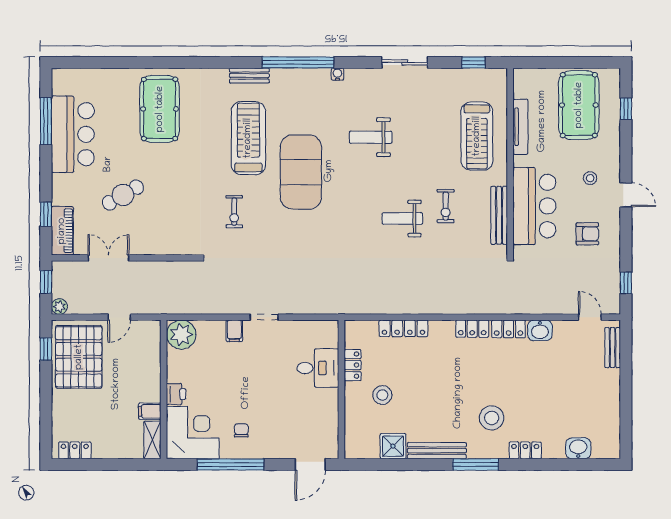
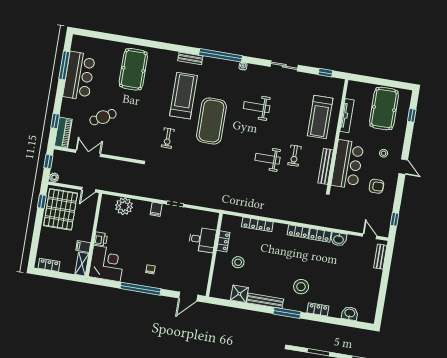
wall: (164, 389) -> (94, 235), moved
printer: (176, 394) -> (101, 239), moved
filing cabinet: (150, 411) -> (83, 246), moved
corner desk: (193, 433) -> (107, 263), moved
shelving: (152, 440) -> (82, 264), moved

